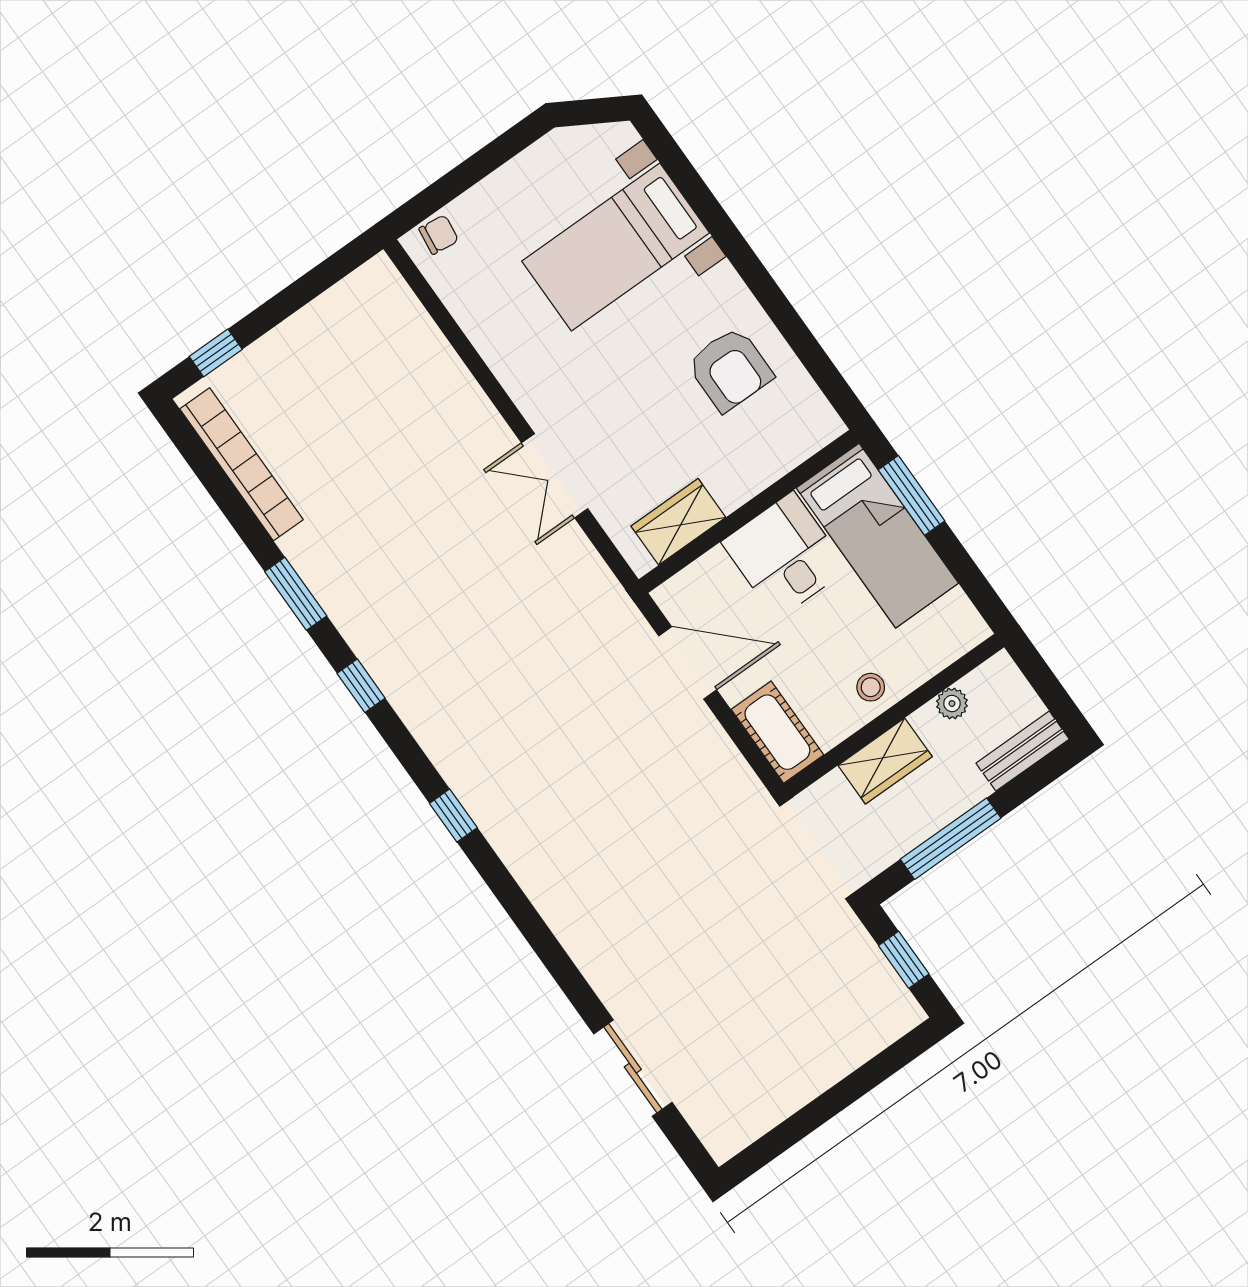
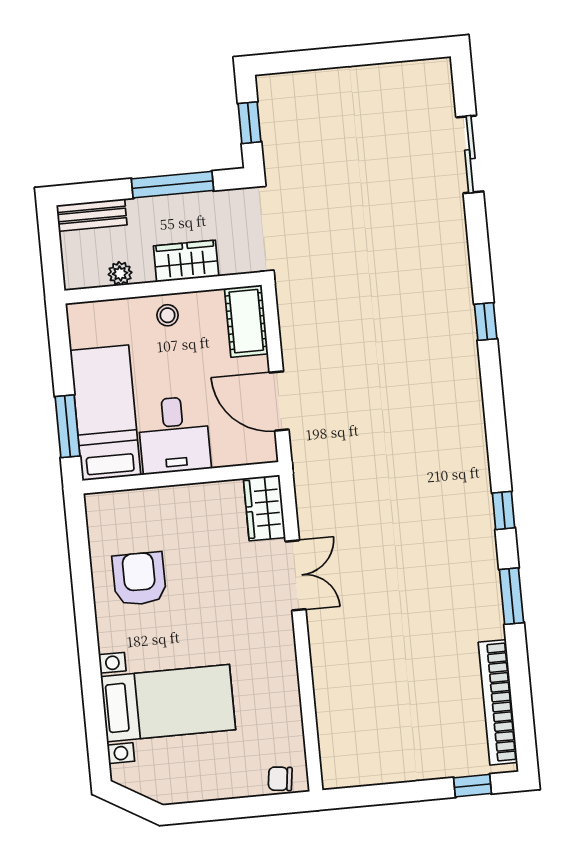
wardrobe: (678, 522) -> (264, 508), moved, turned 90
window: (453, 816) -> (486, 322), moved

